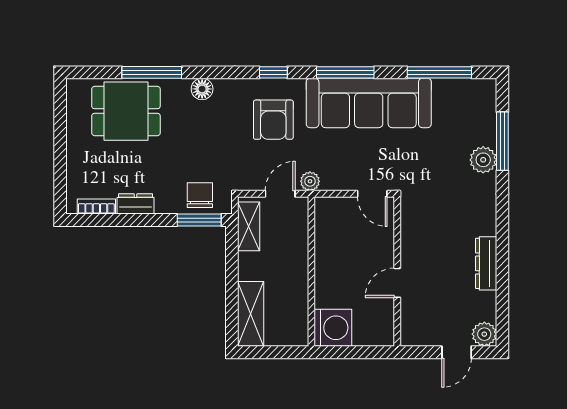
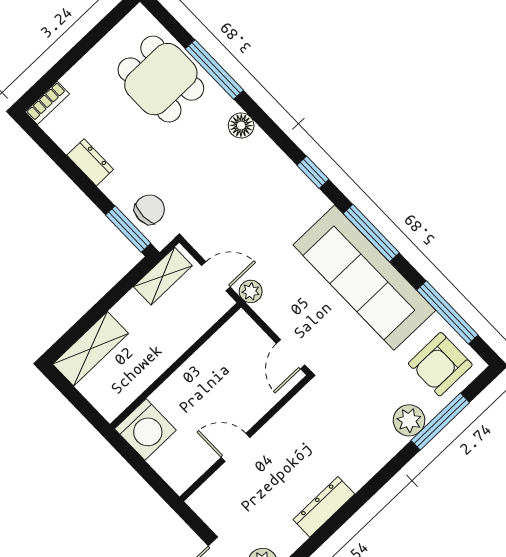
armchair: (273, 120) -> (440, 364), moved
bookcase: (96, 207) -> (47, 103), moved, turned 90

